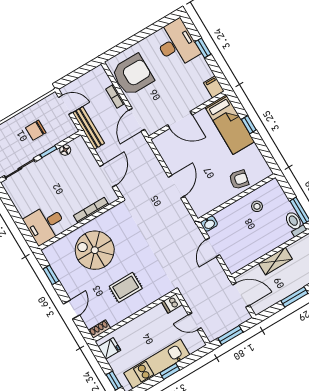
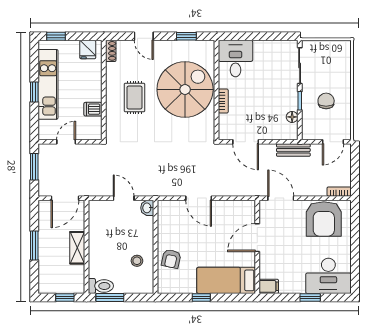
bookcase: (115, 96) -> (339, 192), moved
window: (249, 125) -> (201, 297), moved
bench: (88, 128) -> (293, 150), width x0.73
bookcase: (91, 210) -> (223, 101), width x0.64
spiral stairs: (95, 250) -> (185, 90), width x1.37, depth x1.37
dishwasher: (172, 303) -> (93, 109), moved, turned -90

